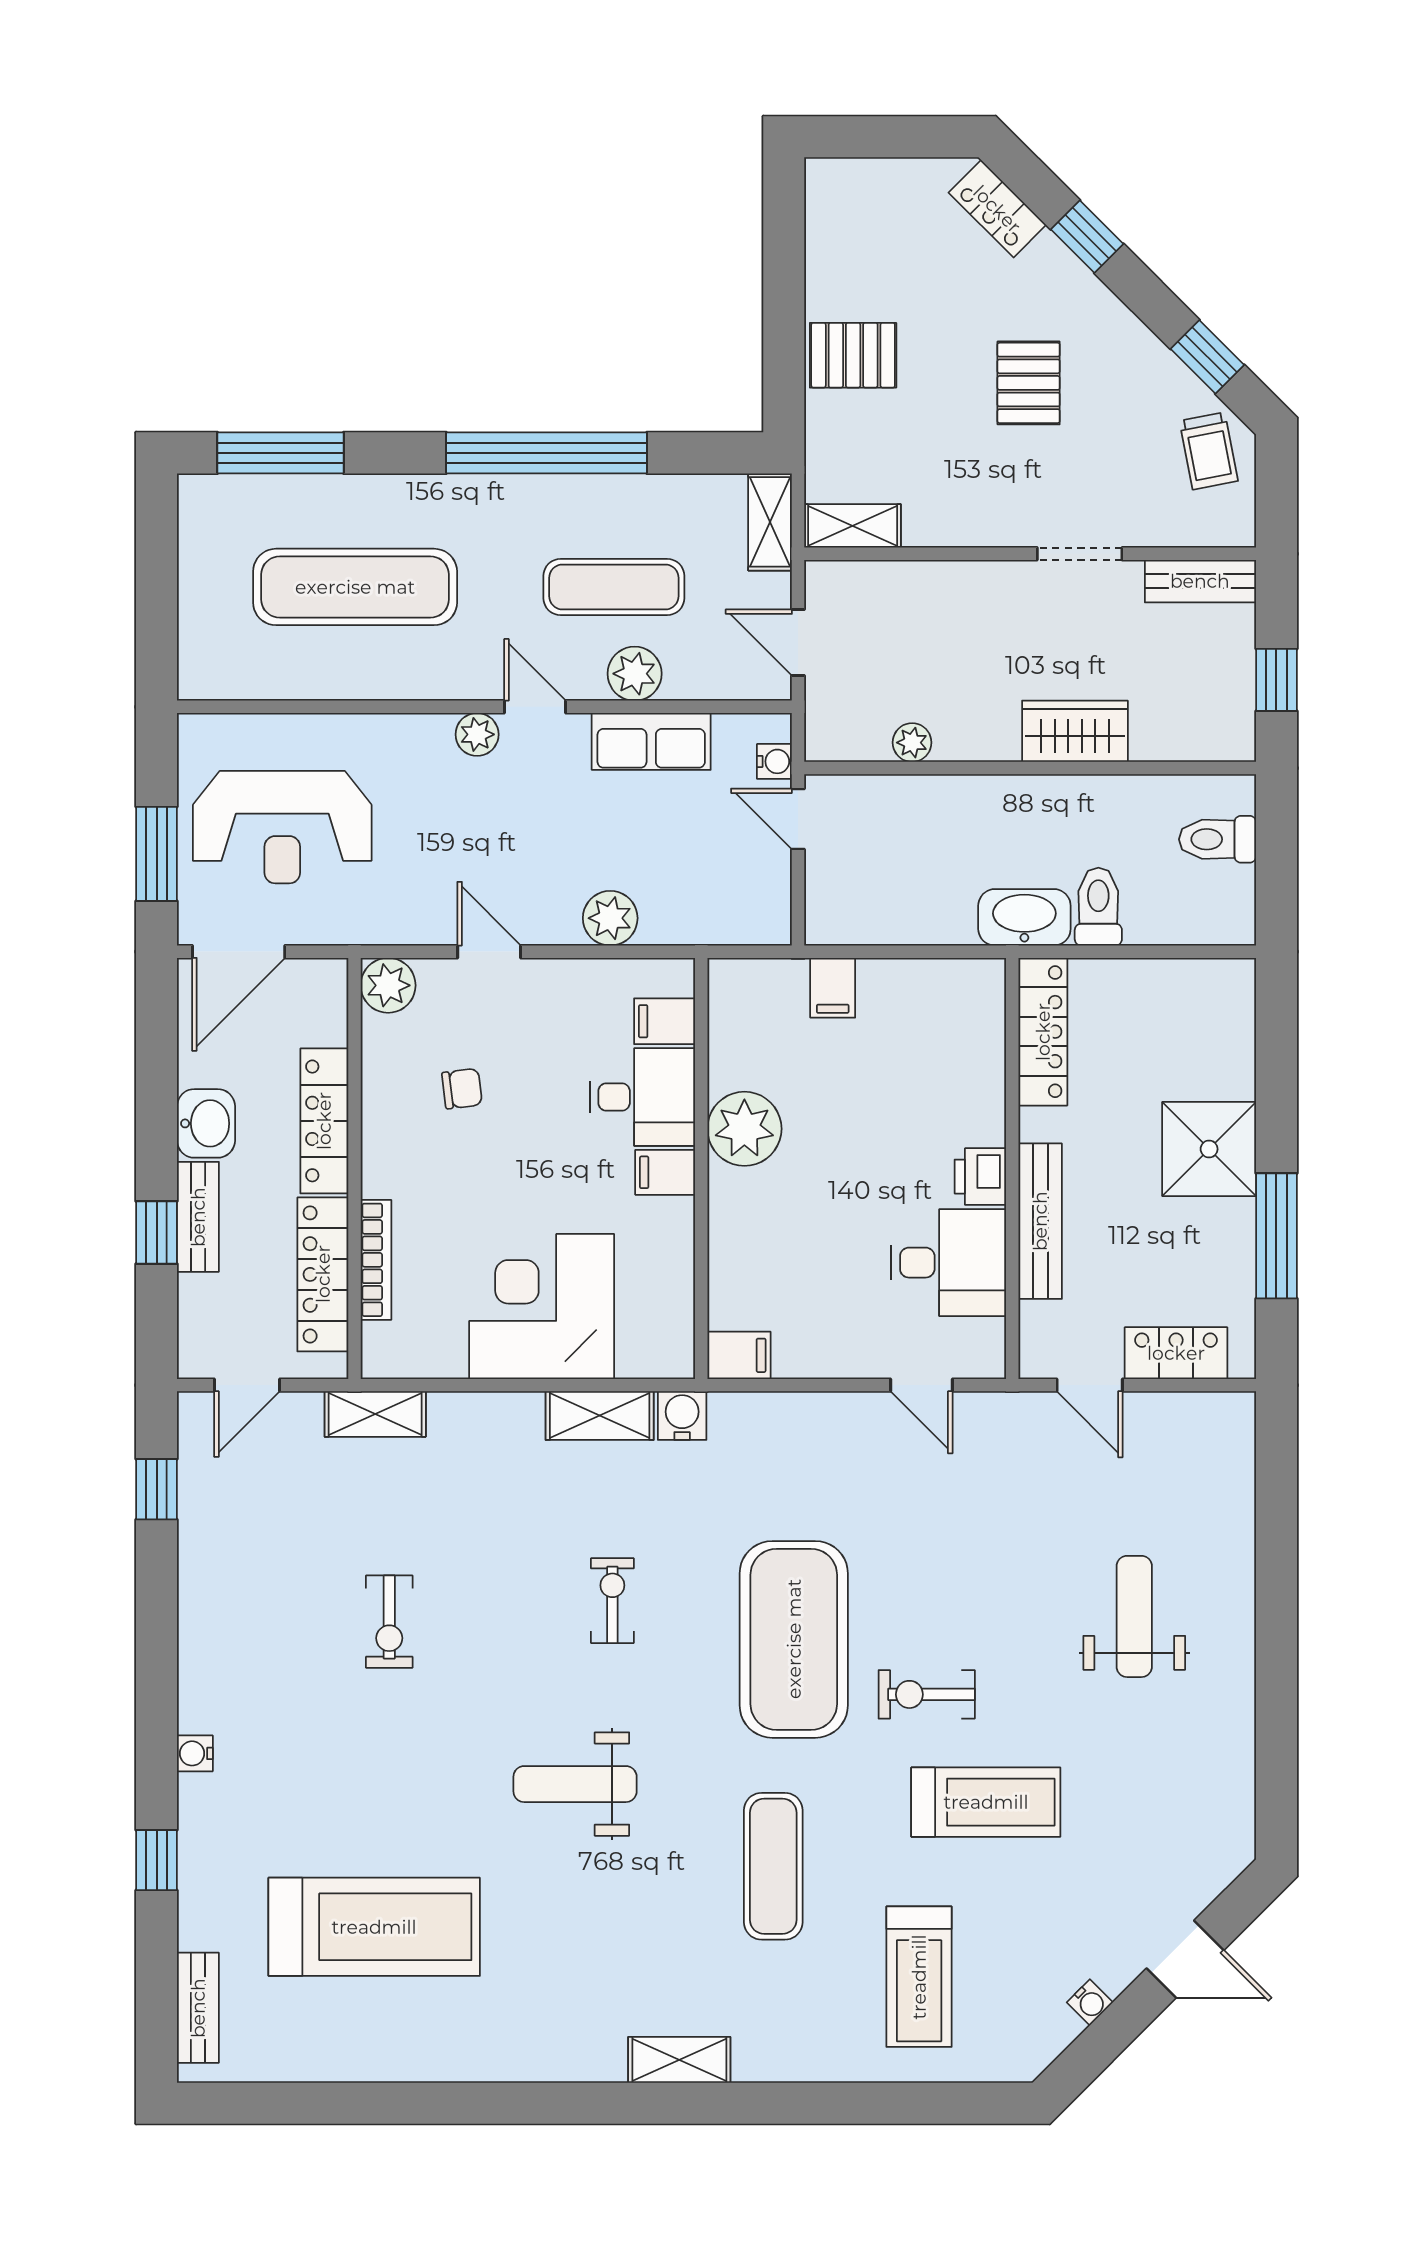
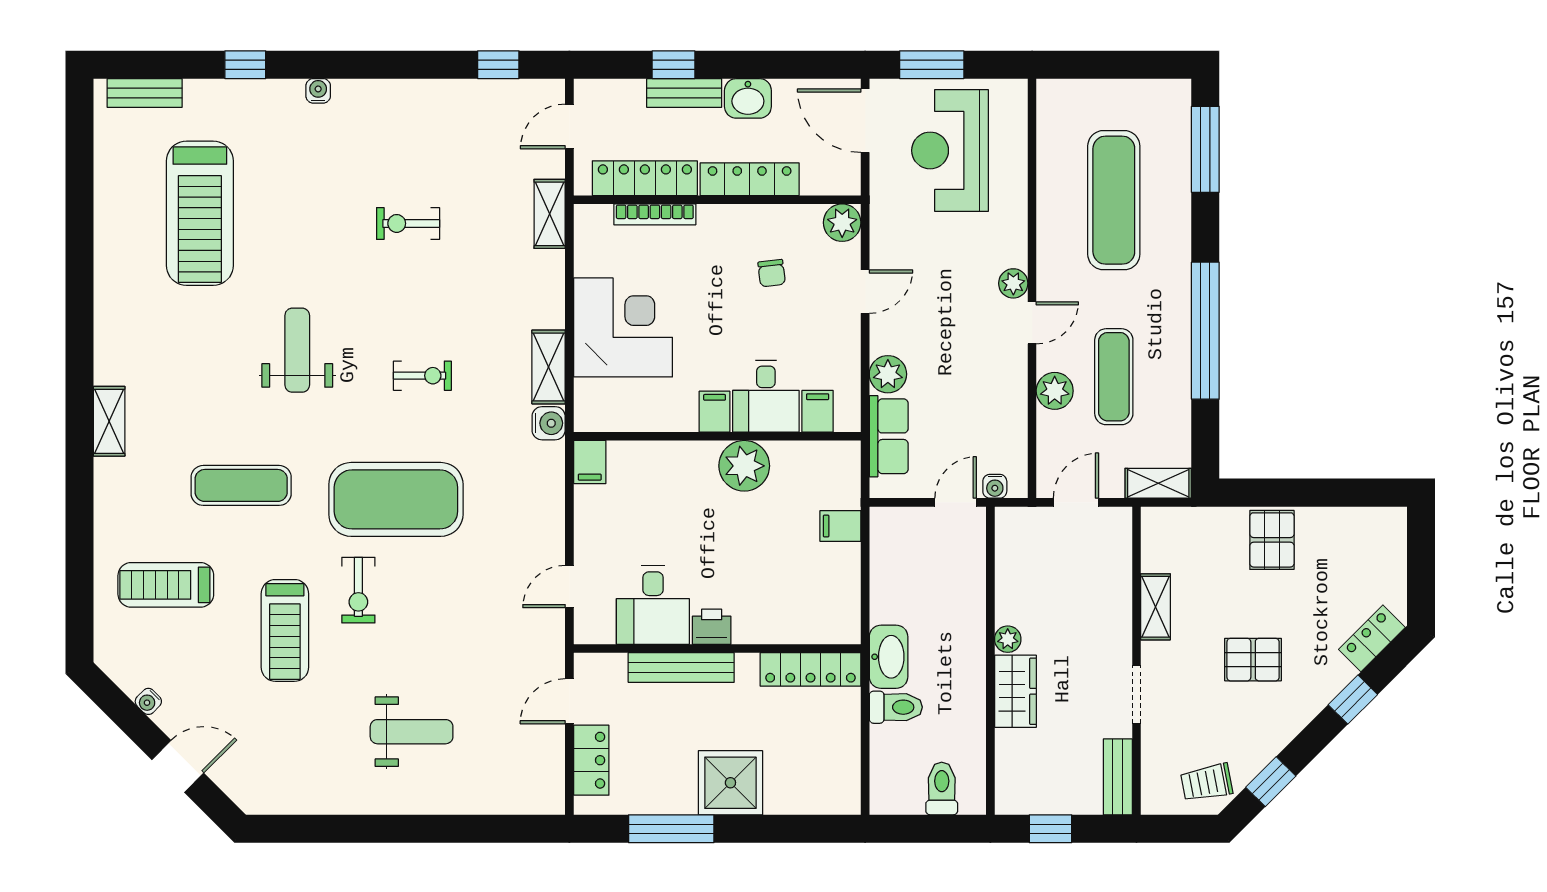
shelving: (853, 526) -> (1155, 607), moved
row of seats: (651, 741) -> (889, 436), moved, turned 180
plant: (912, 743) -> (1008, 639), moved
door: (247, 1385) -> (569, 126), hinge flipped
exercise bike: (927, 1694) -> (358, 590), turned 180
door: (1185, 1959) -> (178, 766), swing flipped

